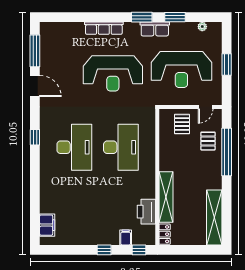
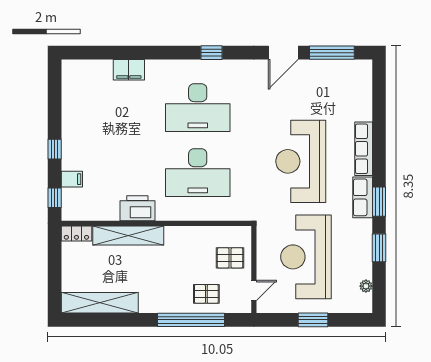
row of seats: (155, 29) -> (363, 197), moved
door: (206, 107) -> (254, 291), swing flipped
printer: (146, 212) -> (137, 208), moved
filing cabinet: (47, 225) -> (129, 70), moved

